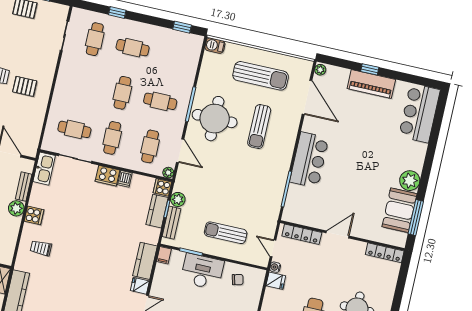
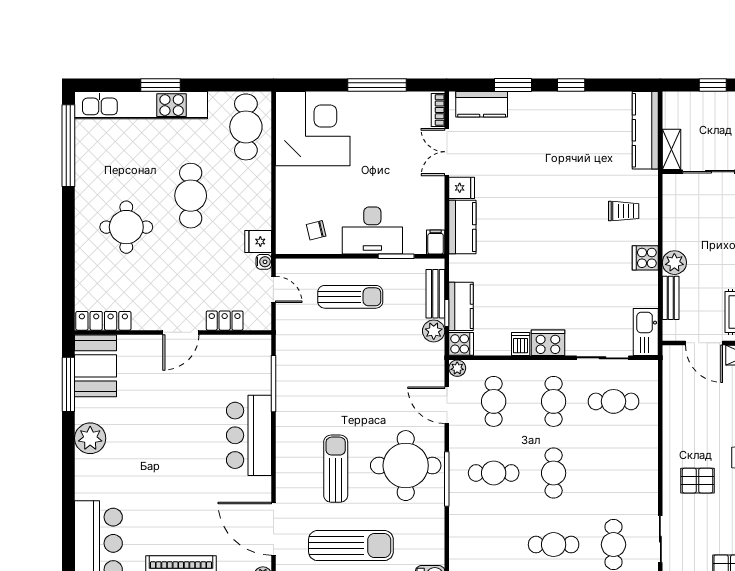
sun lounger: (261, 76) -> (351, 546), turned 180
pallet: (25, 86) -> (698, 481), moved
booth: (399, 210) -> (96, 366), moved
locker: (302, 234) -> (225, 321), width x0.66

